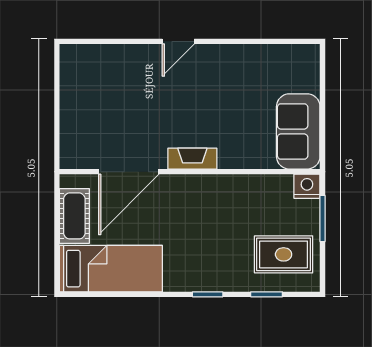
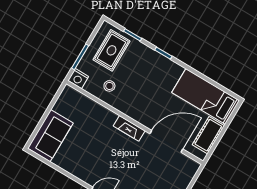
sofa: (298, 131) -> (50, 136), moved
stool: (256, 202) -> (109, 86), added
rug: (284, 254) -> (111, 50), turned 90

